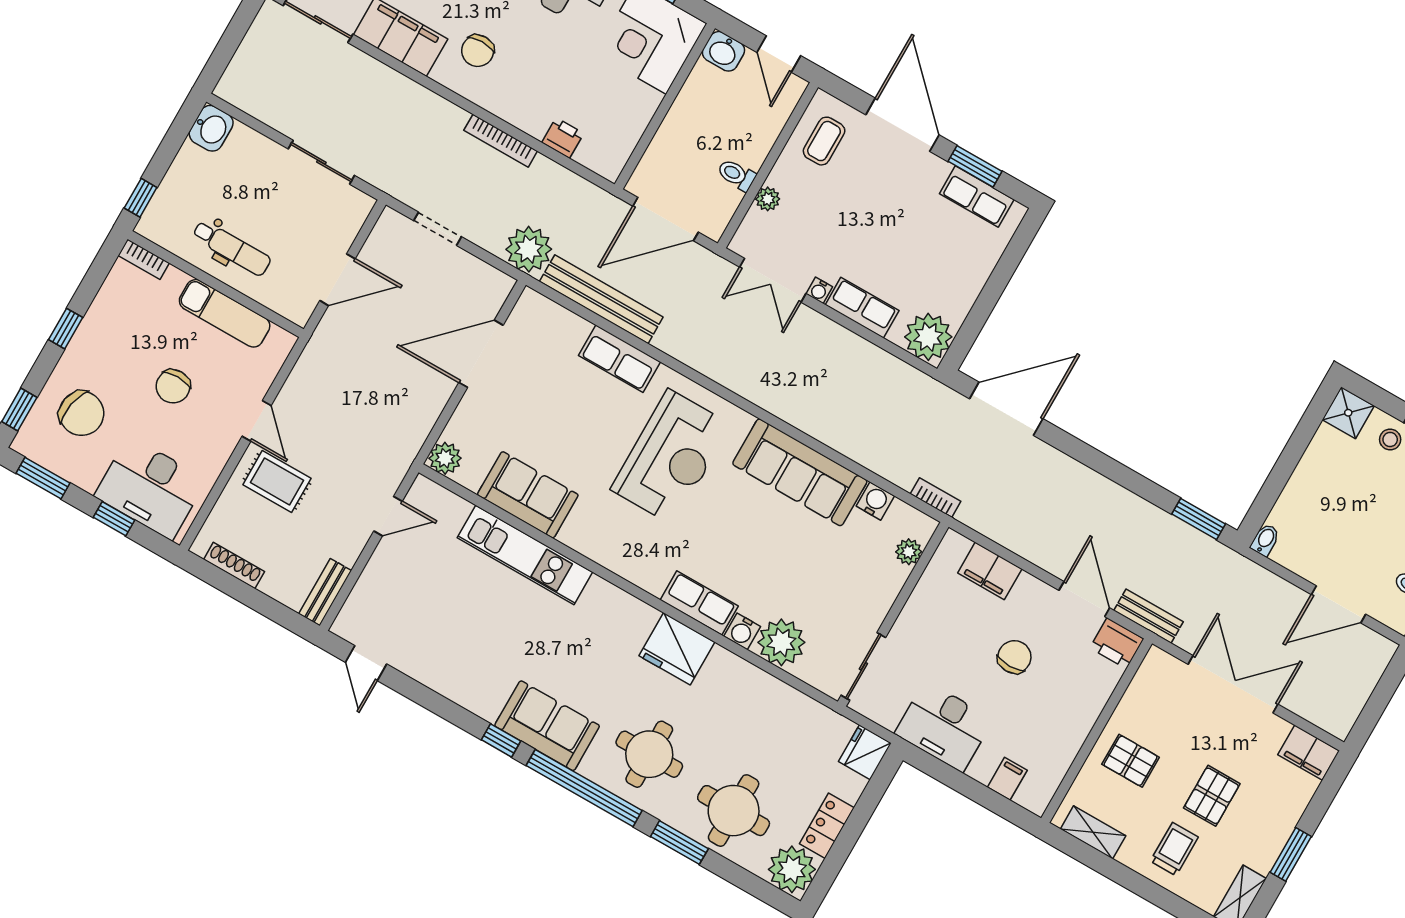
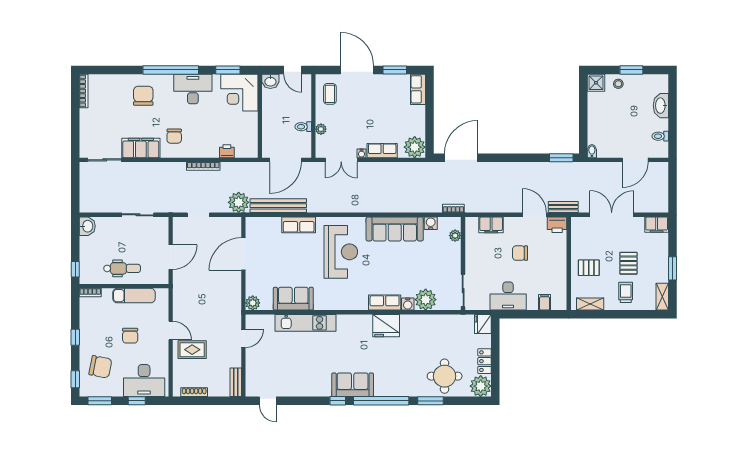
row of seats: (977, 197) -> (418, 89), moved, turned 90
chair: (1014, 657) -> (520, 253), turned -90
round table: (649, 754) -> (399, 373), removed

